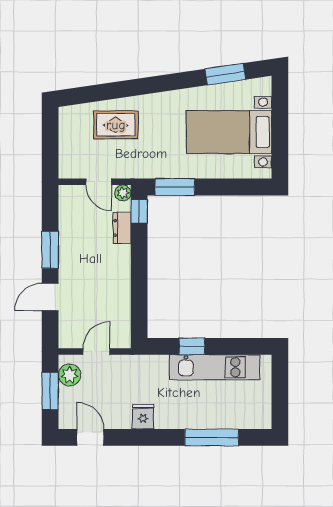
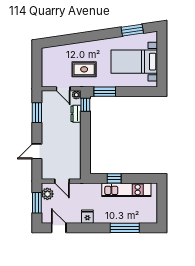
rug: (116, 125) -> (84, 69), moved
window: (50, 250) -> (37, 113), moved
door: (96, 352) -> (62, 181), swing flipped

